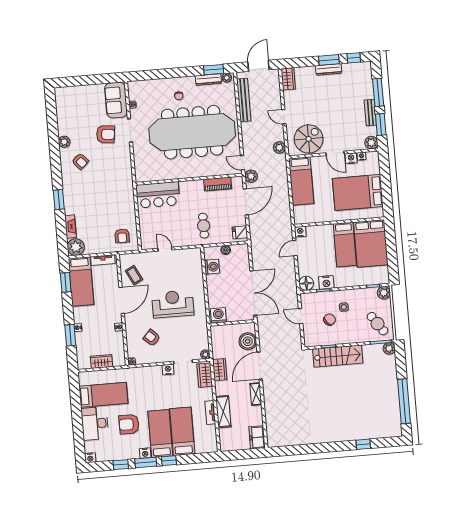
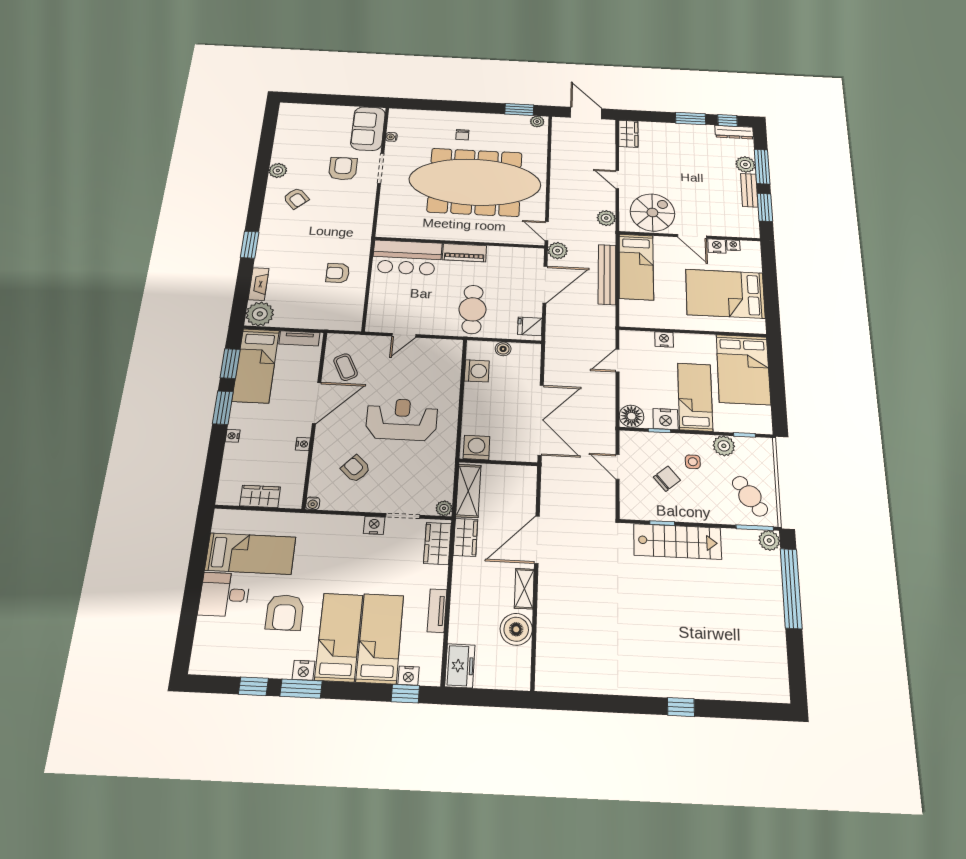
door: (259, 66) -> (586, 113), hinge flipped
dresser: (329, 69) -> (734, 132), moved
dresser: (208, 80) -> (510, 120), removed
bench: (244, 100) -> (607, 274), moved
armchair: (106, 134) -> (343, 169), turned -97
plant: (371, 143) -> (745, 164), moved
piano: (218, 184) -> (464, 253), moved
cafe table: (204, 226) -> (472, 309), width x1.37, depth x1.35
nightstand: (300, 232) -> (664, 339), moved
armchair: (122, 236) -> (338, 273), moved, turned 90
bed: (345, 245) -> (695, 397), moved, turned 180
door: (165, 249) -> (404, 335), swing flipped
plant: (384, 293) -> (724, 446), moved
window: (70, 335) -> (223, 408), moved
boiler: (248, 341) -> (516, 629), moved
window: (404, 401) -> (791, 588), moved
shelving: (223, 412) -> (468, 491), moved
desk: (95, 423) -> (224, 595), width x0.73
armchair: (129, 424) -> (285, 612), turned -90
freezer: (257, 437) -> (460, 666), moved, turned 180
window: (363, 444) -> (681, 707), moved
nightstand: (90, 458) -> (408, 676), moved
window: (169, 461) -> (405, 694), moved

